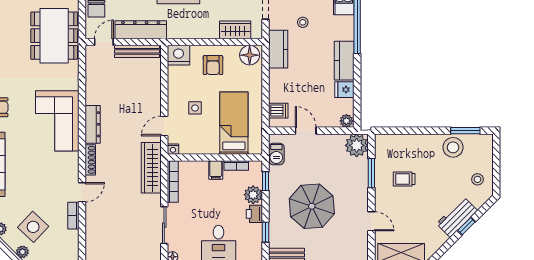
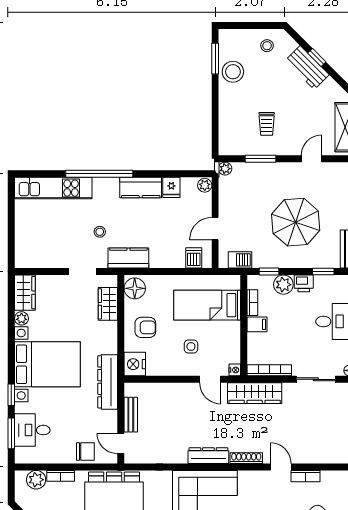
dresser: (141, 30) -> (108, 382), moved
bench: (137, 51) -> (131, 415), width x0.73
plant: (357, 145) -> (225, 169), width x0.53, depth x0.53

